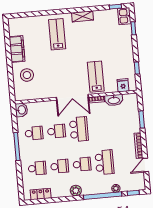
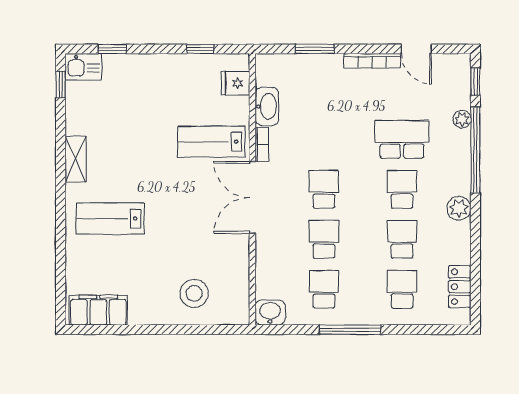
filing cabinet: (17, 49) -> (98, 310), moved
double door: (72, 97) -> (252, 197), swing flipped
school desk: (79, 129) -> (324, 189), width x0.54

